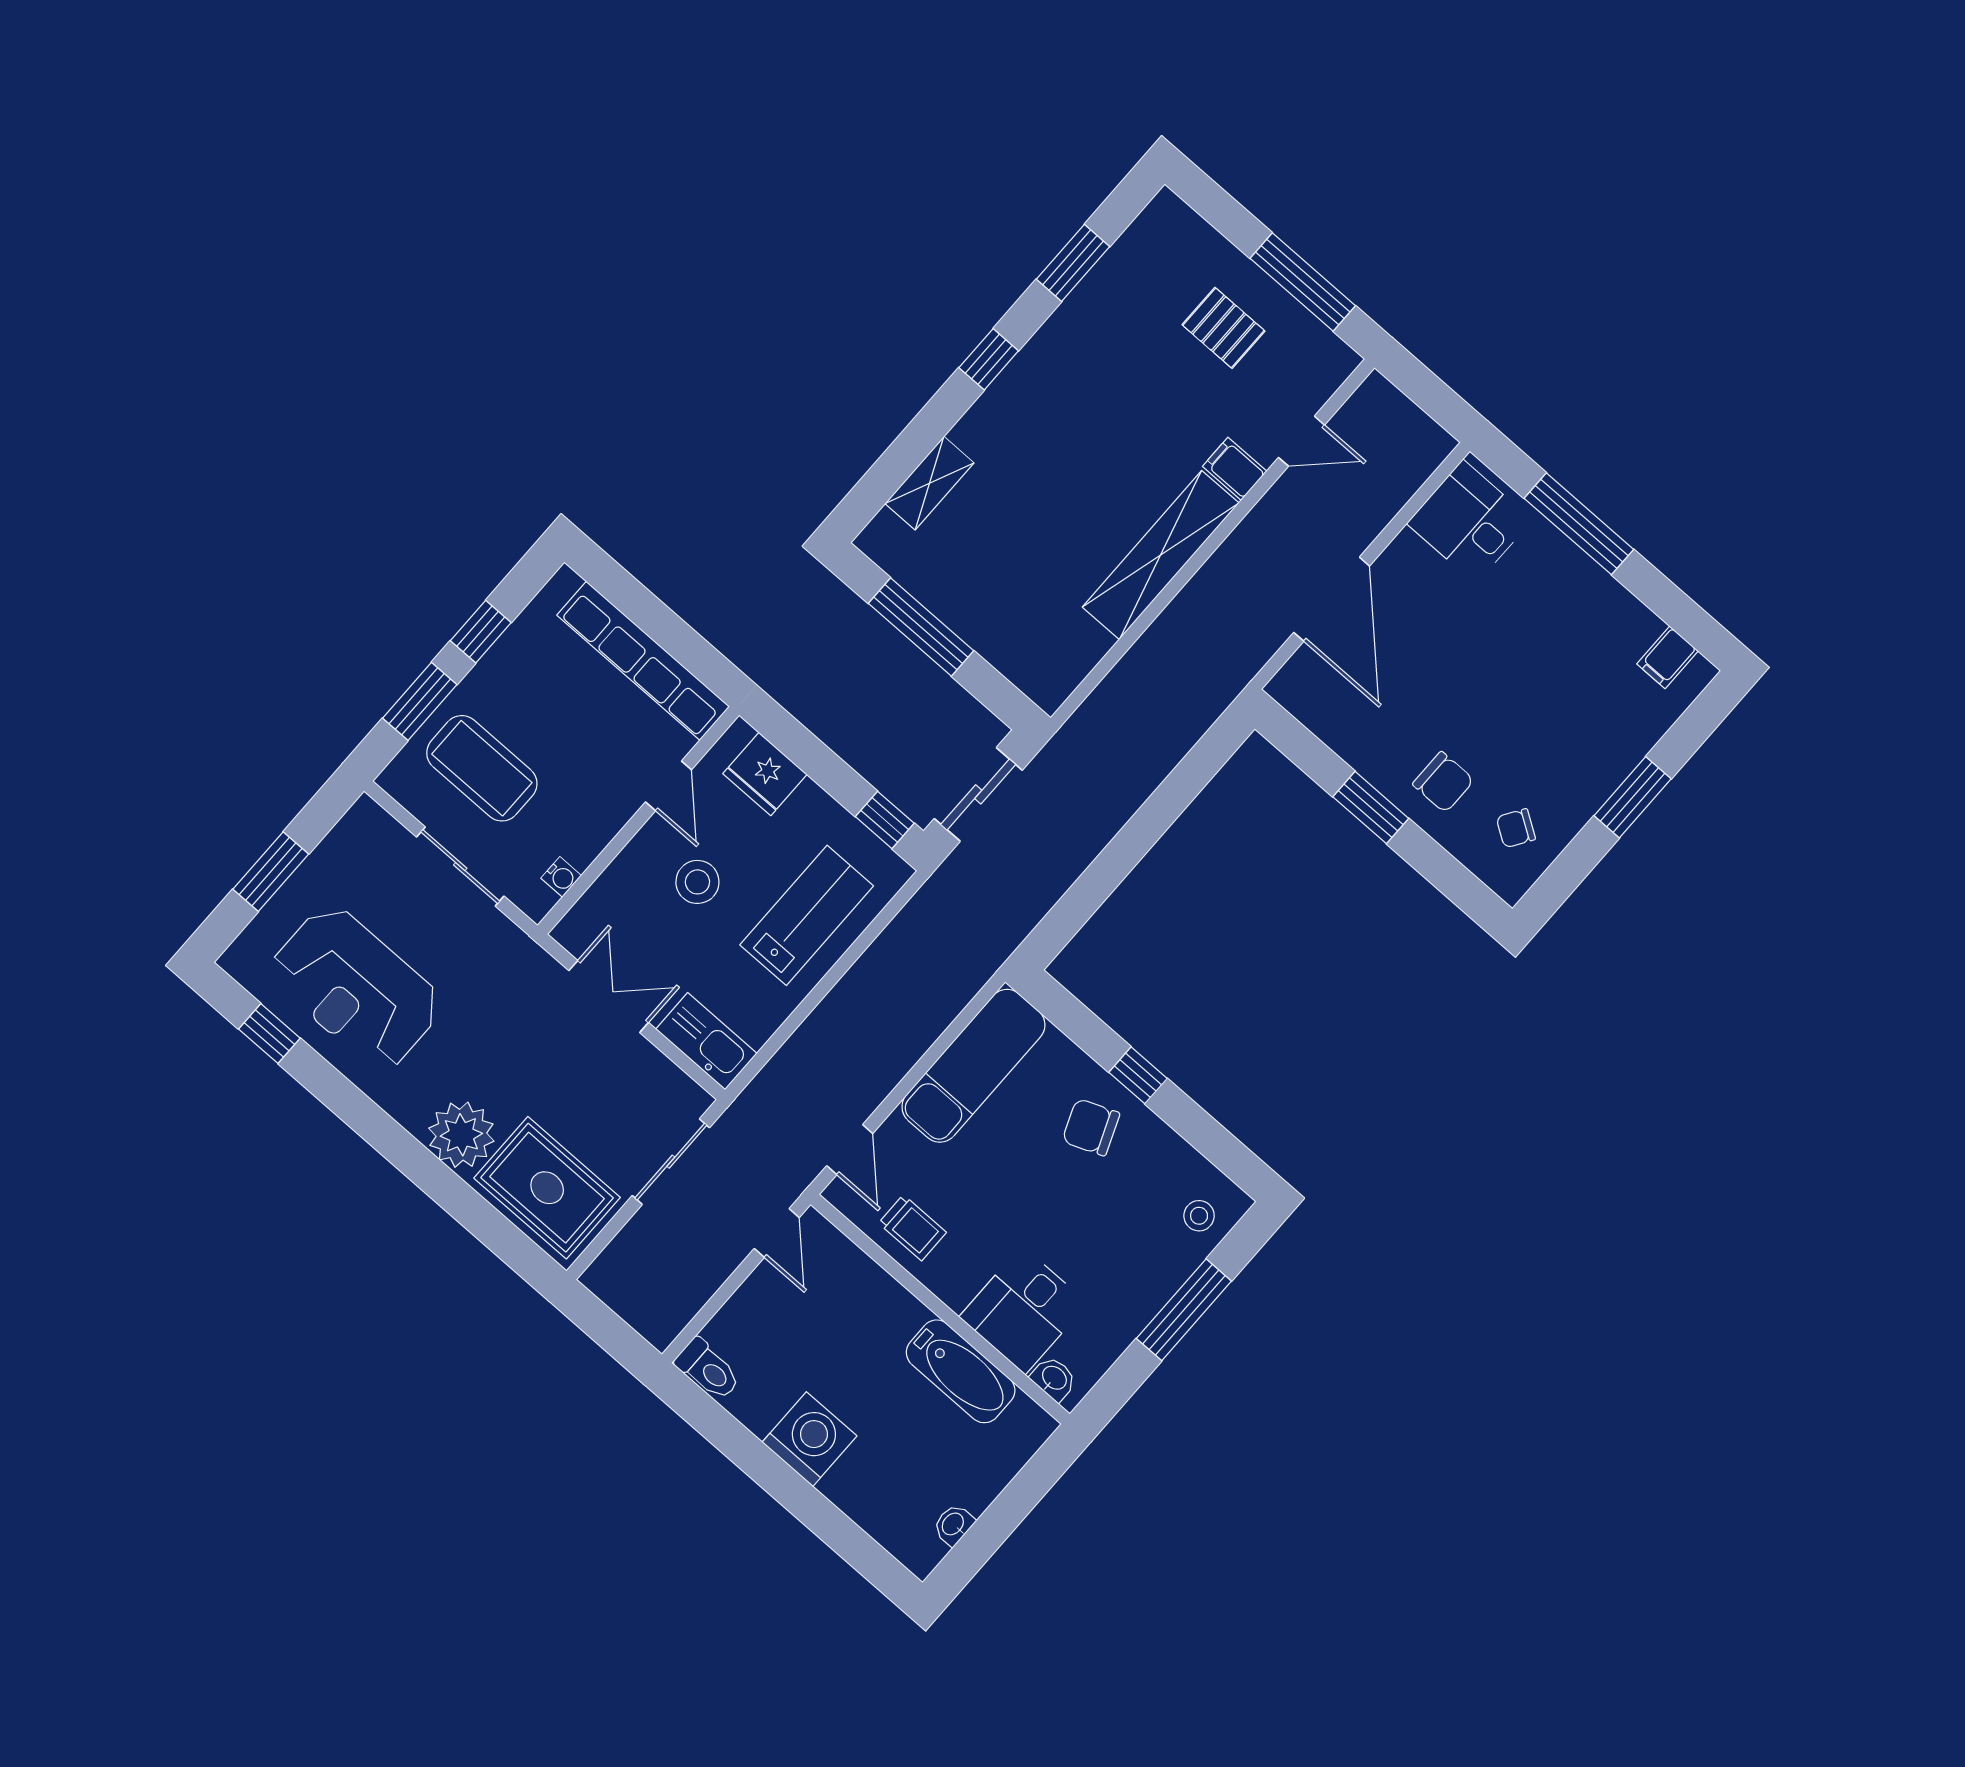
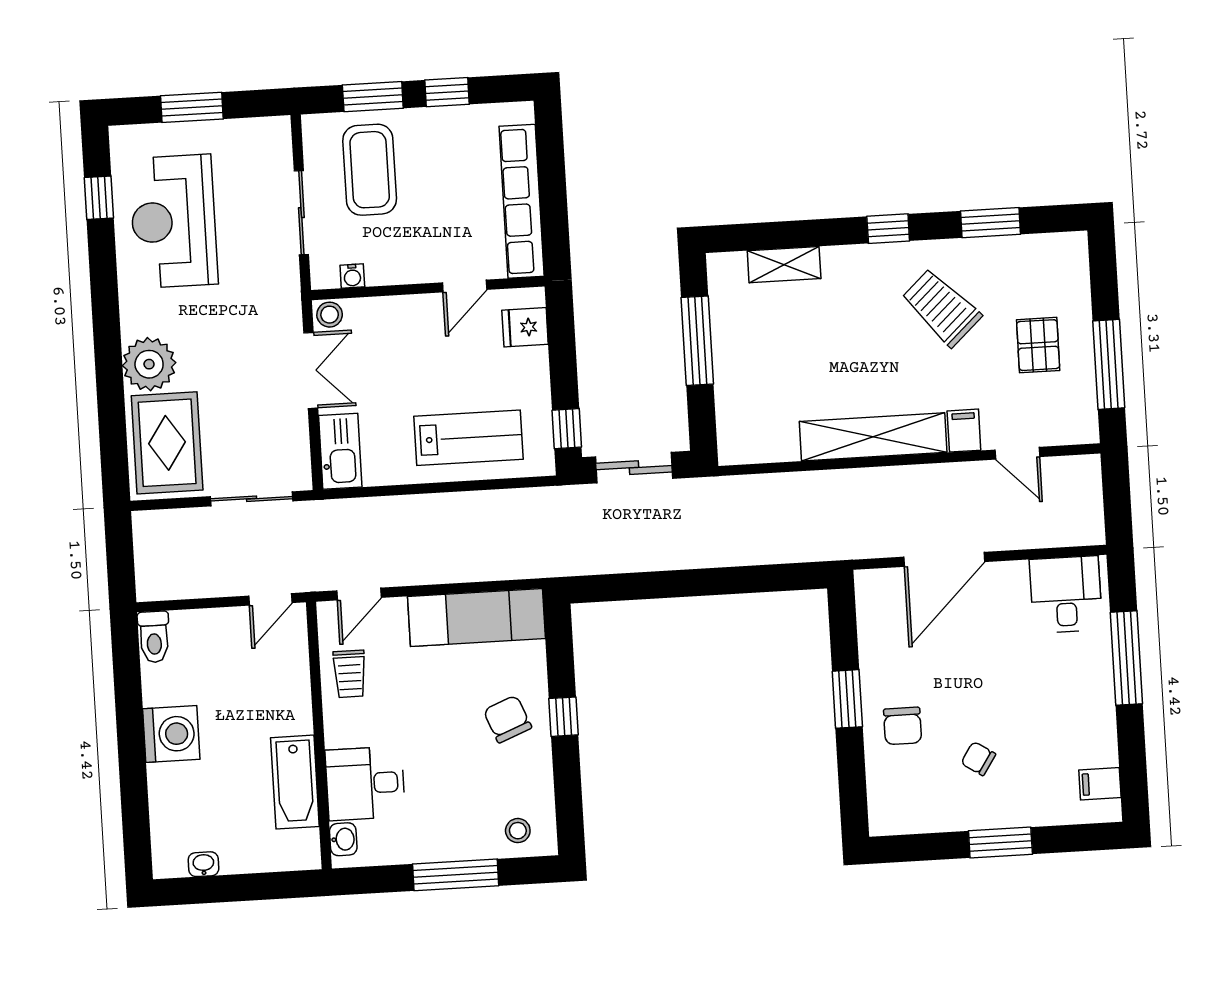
trolley: (1106, 381) -> (941, 308), added
fridge: (765, 774) -> (525, 327), width x0.72
chair: (1516, 828) -> (978, 759), moved
stool: (697, 882) -> (330, 315), moved, width x0.73, depth x0.73

